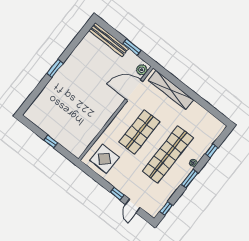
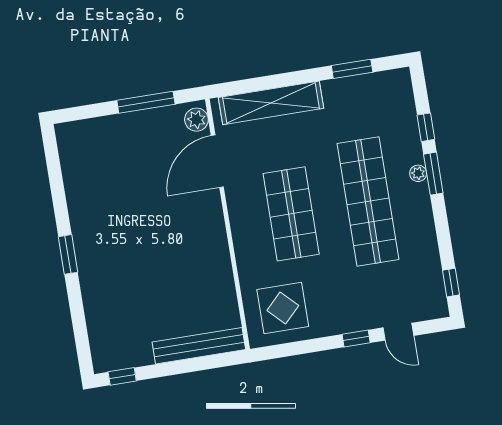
bench: (109, 39) -> (199, 346), moved
window: (132, 47) -> (146, 102), width x1.44
window: (208, 107) -> (352, 69), added
window: (51, 142) -> (122, 376), moved
window: (190, 179) -> (433, 174), moved

